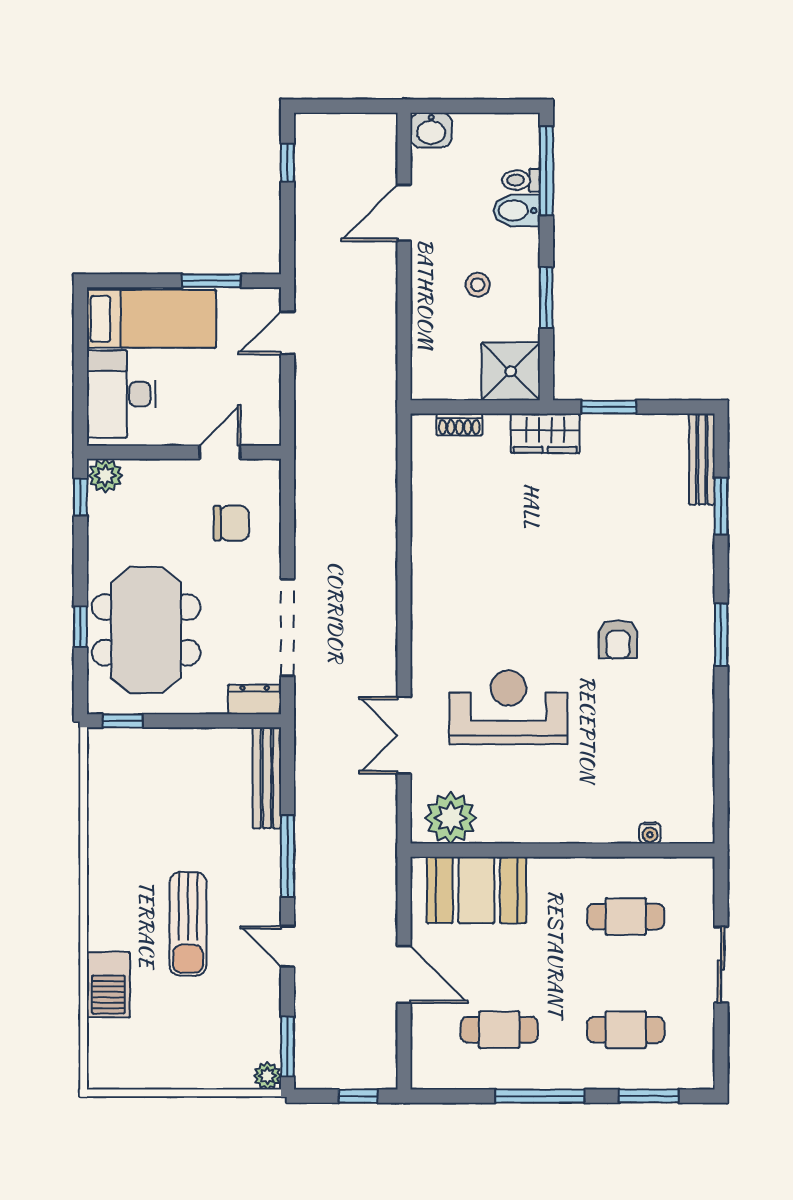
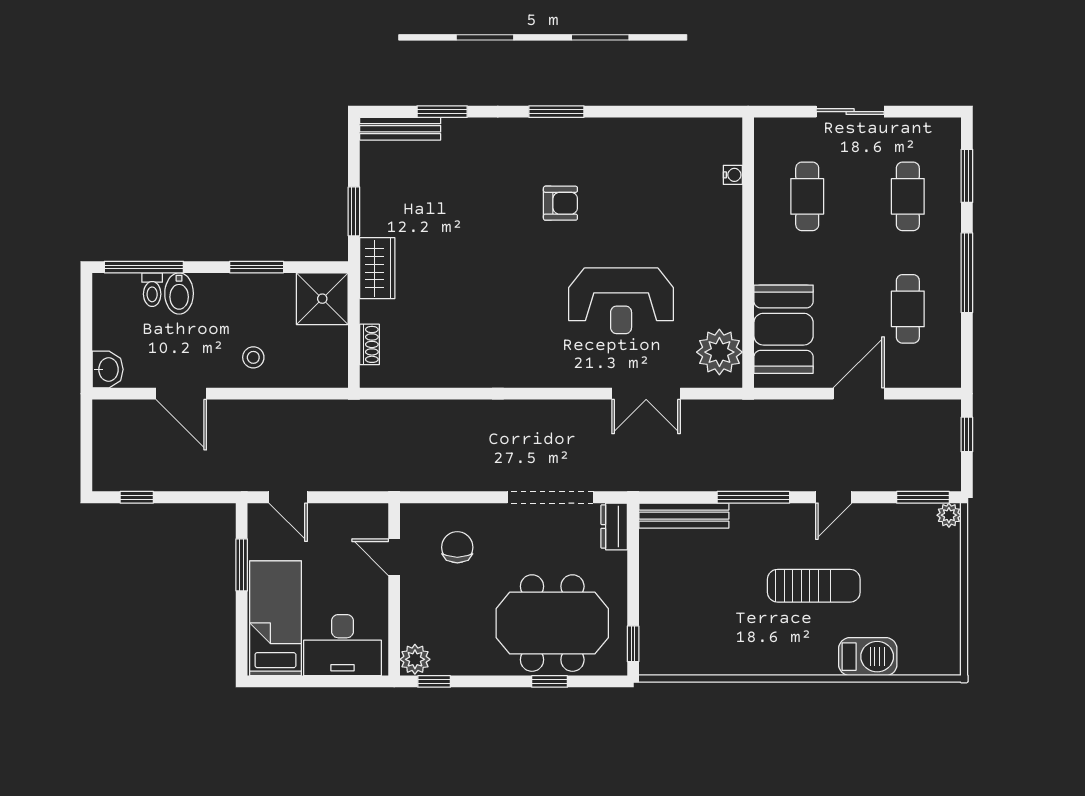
stool: (478, 285) -> (253, 357), moved
reception desk: (508, 707) -> (621, 301), turned -90

